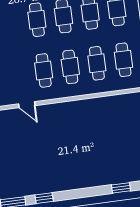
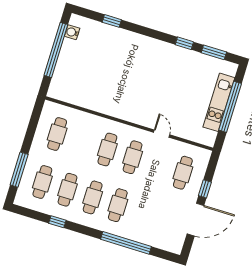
cafe table: (97, 63) -> (82, 142), removed

